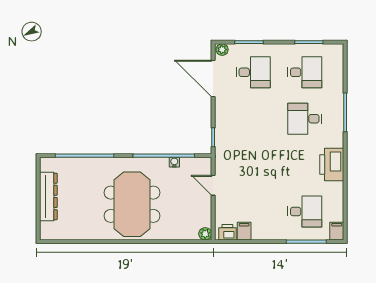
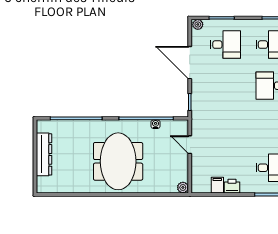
door: (213, 78) -> (190, 63), moved
printer: (227, 232) -> (232, 186), moved

